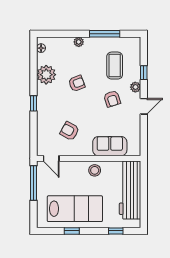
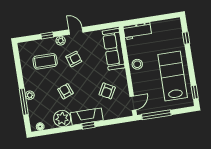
window: (105, 34) -> (24, 102), moved
fireplace: (44, 103) -> (87, 117), added
sofa: (110, 146) -> (114, 49), width x1.36
workbench: (130, 190) -> (137, 31), width x0.53, depth x0.76
window: (72, 231) -> (195, 92), moved

